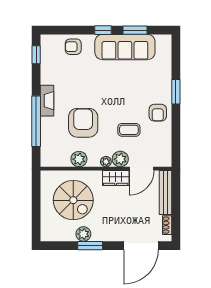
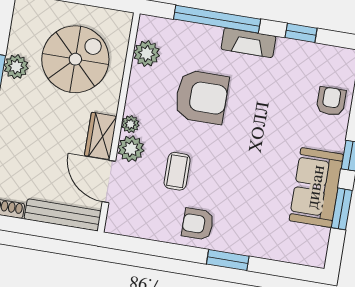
sofa: (125, 47) -> (316, 187), width x0.73
window: (36, 55) -> (301, 33), moved
plant: (79, 159) -> (147, 54), moved
spiral stairs: (73, 200) -> (75, 59), turned 180

